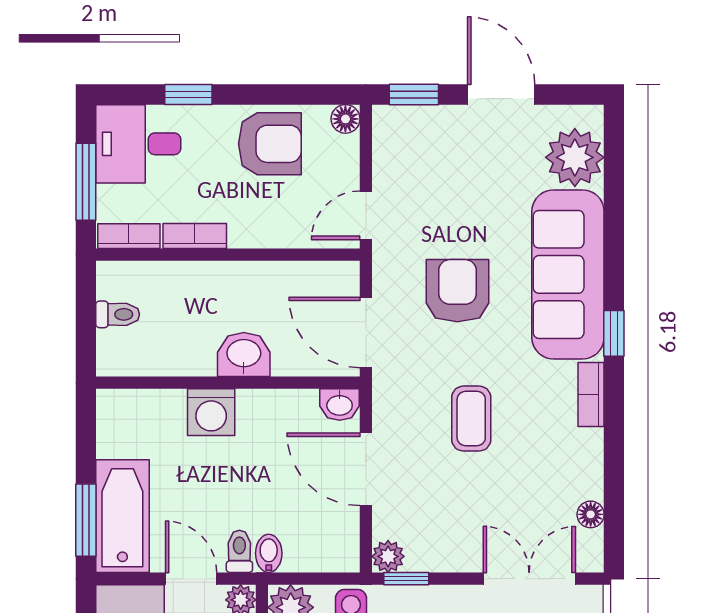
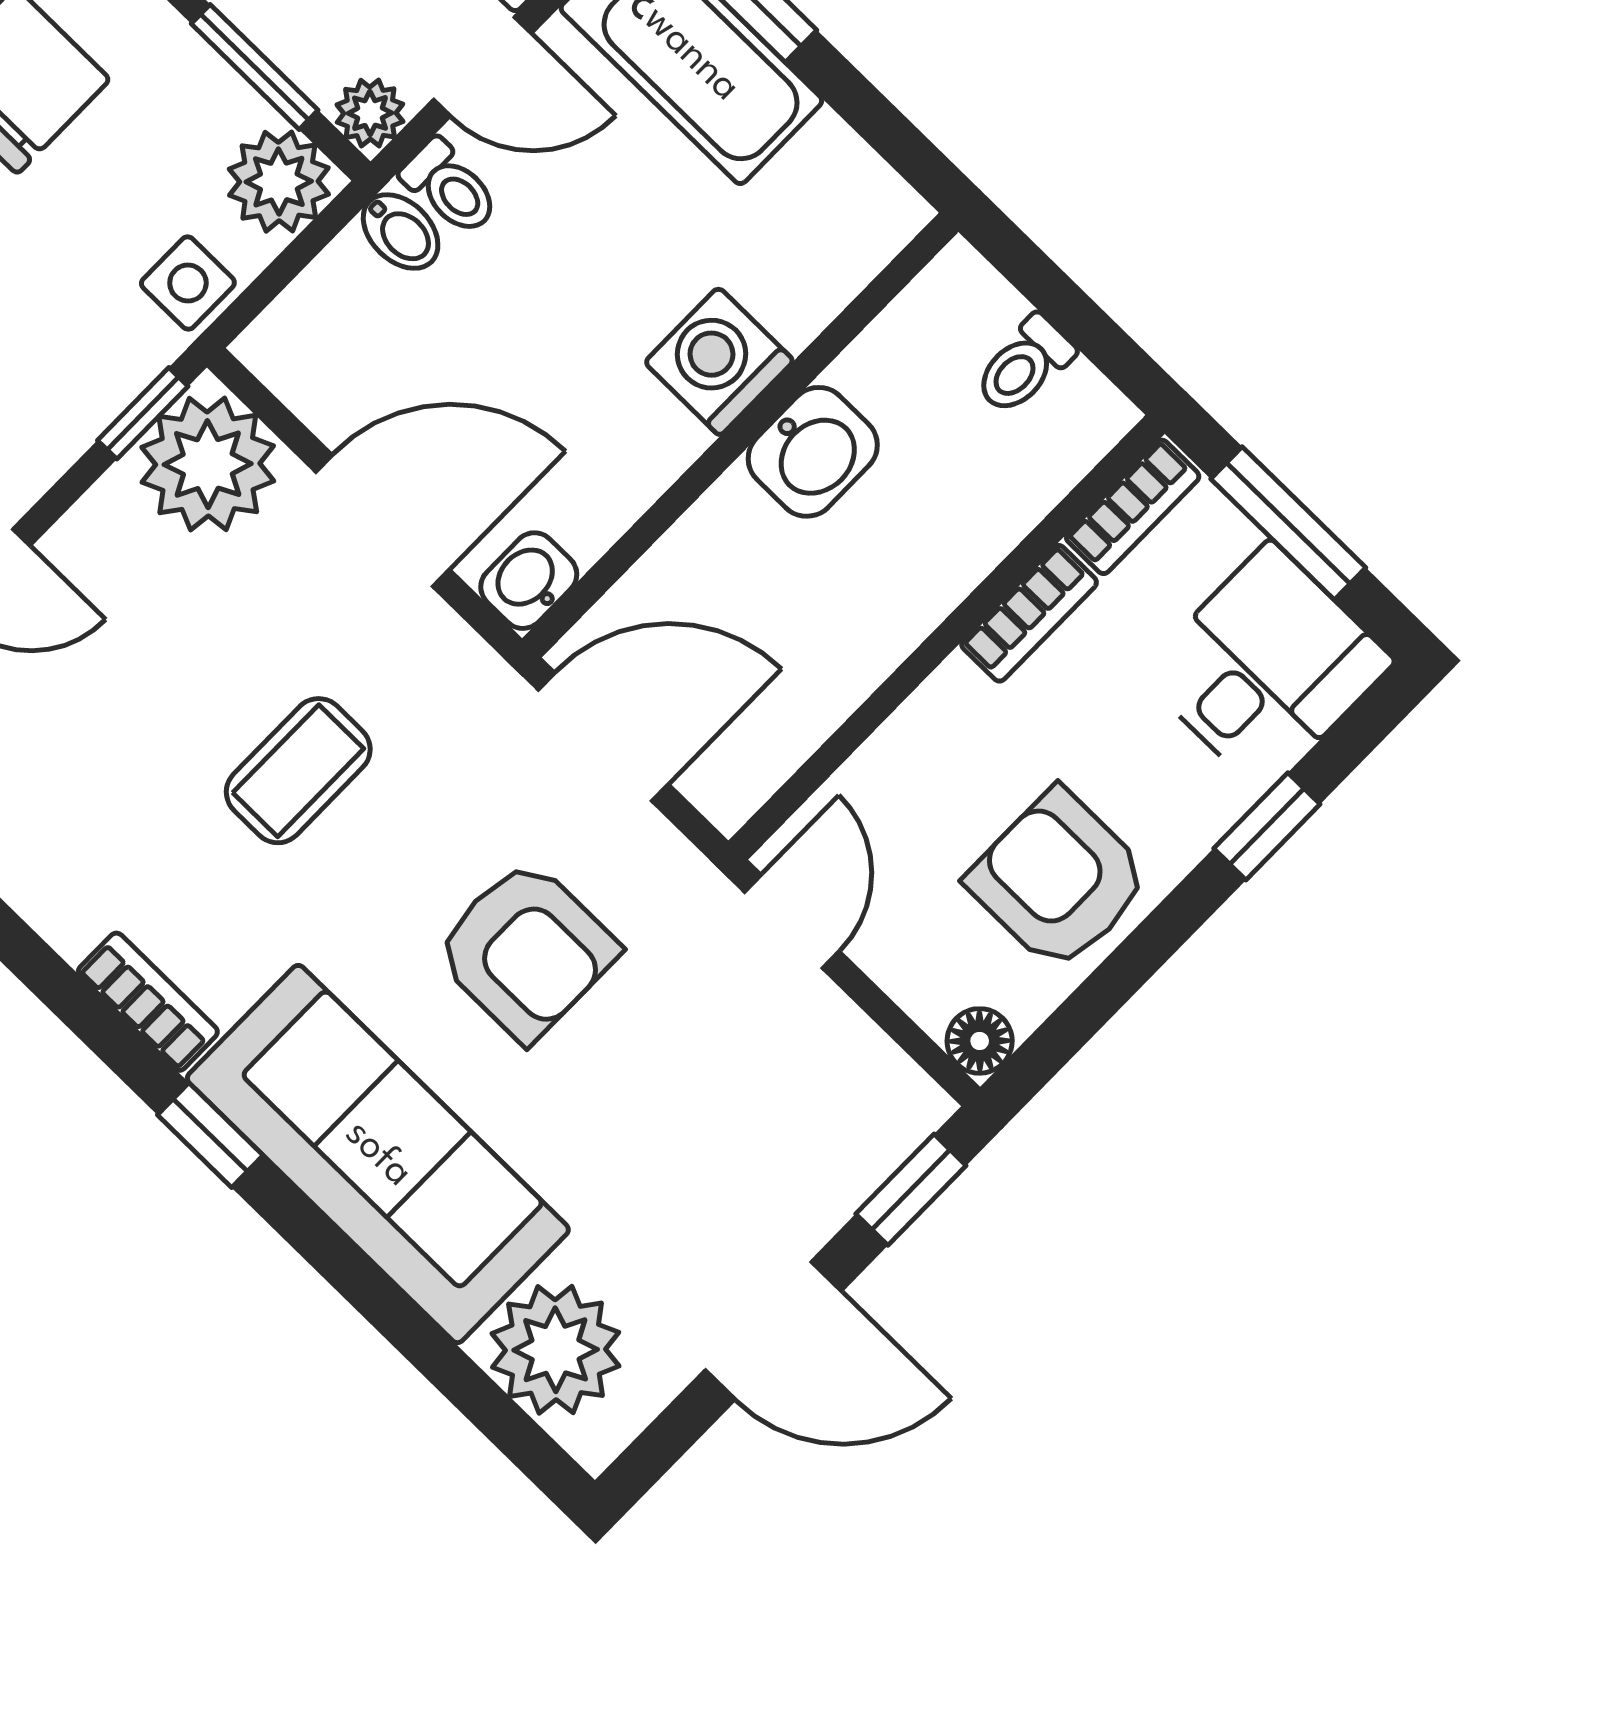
armchair: (270, 144) -> (1059, 880), turned 90
washbasin: (244, 354) -> (813, 452), moved
coffee table: (471, 419) -> (298, 771), turned 90
plant: (388, 556) -> (208, 464), width x1.87, depth x1.87

